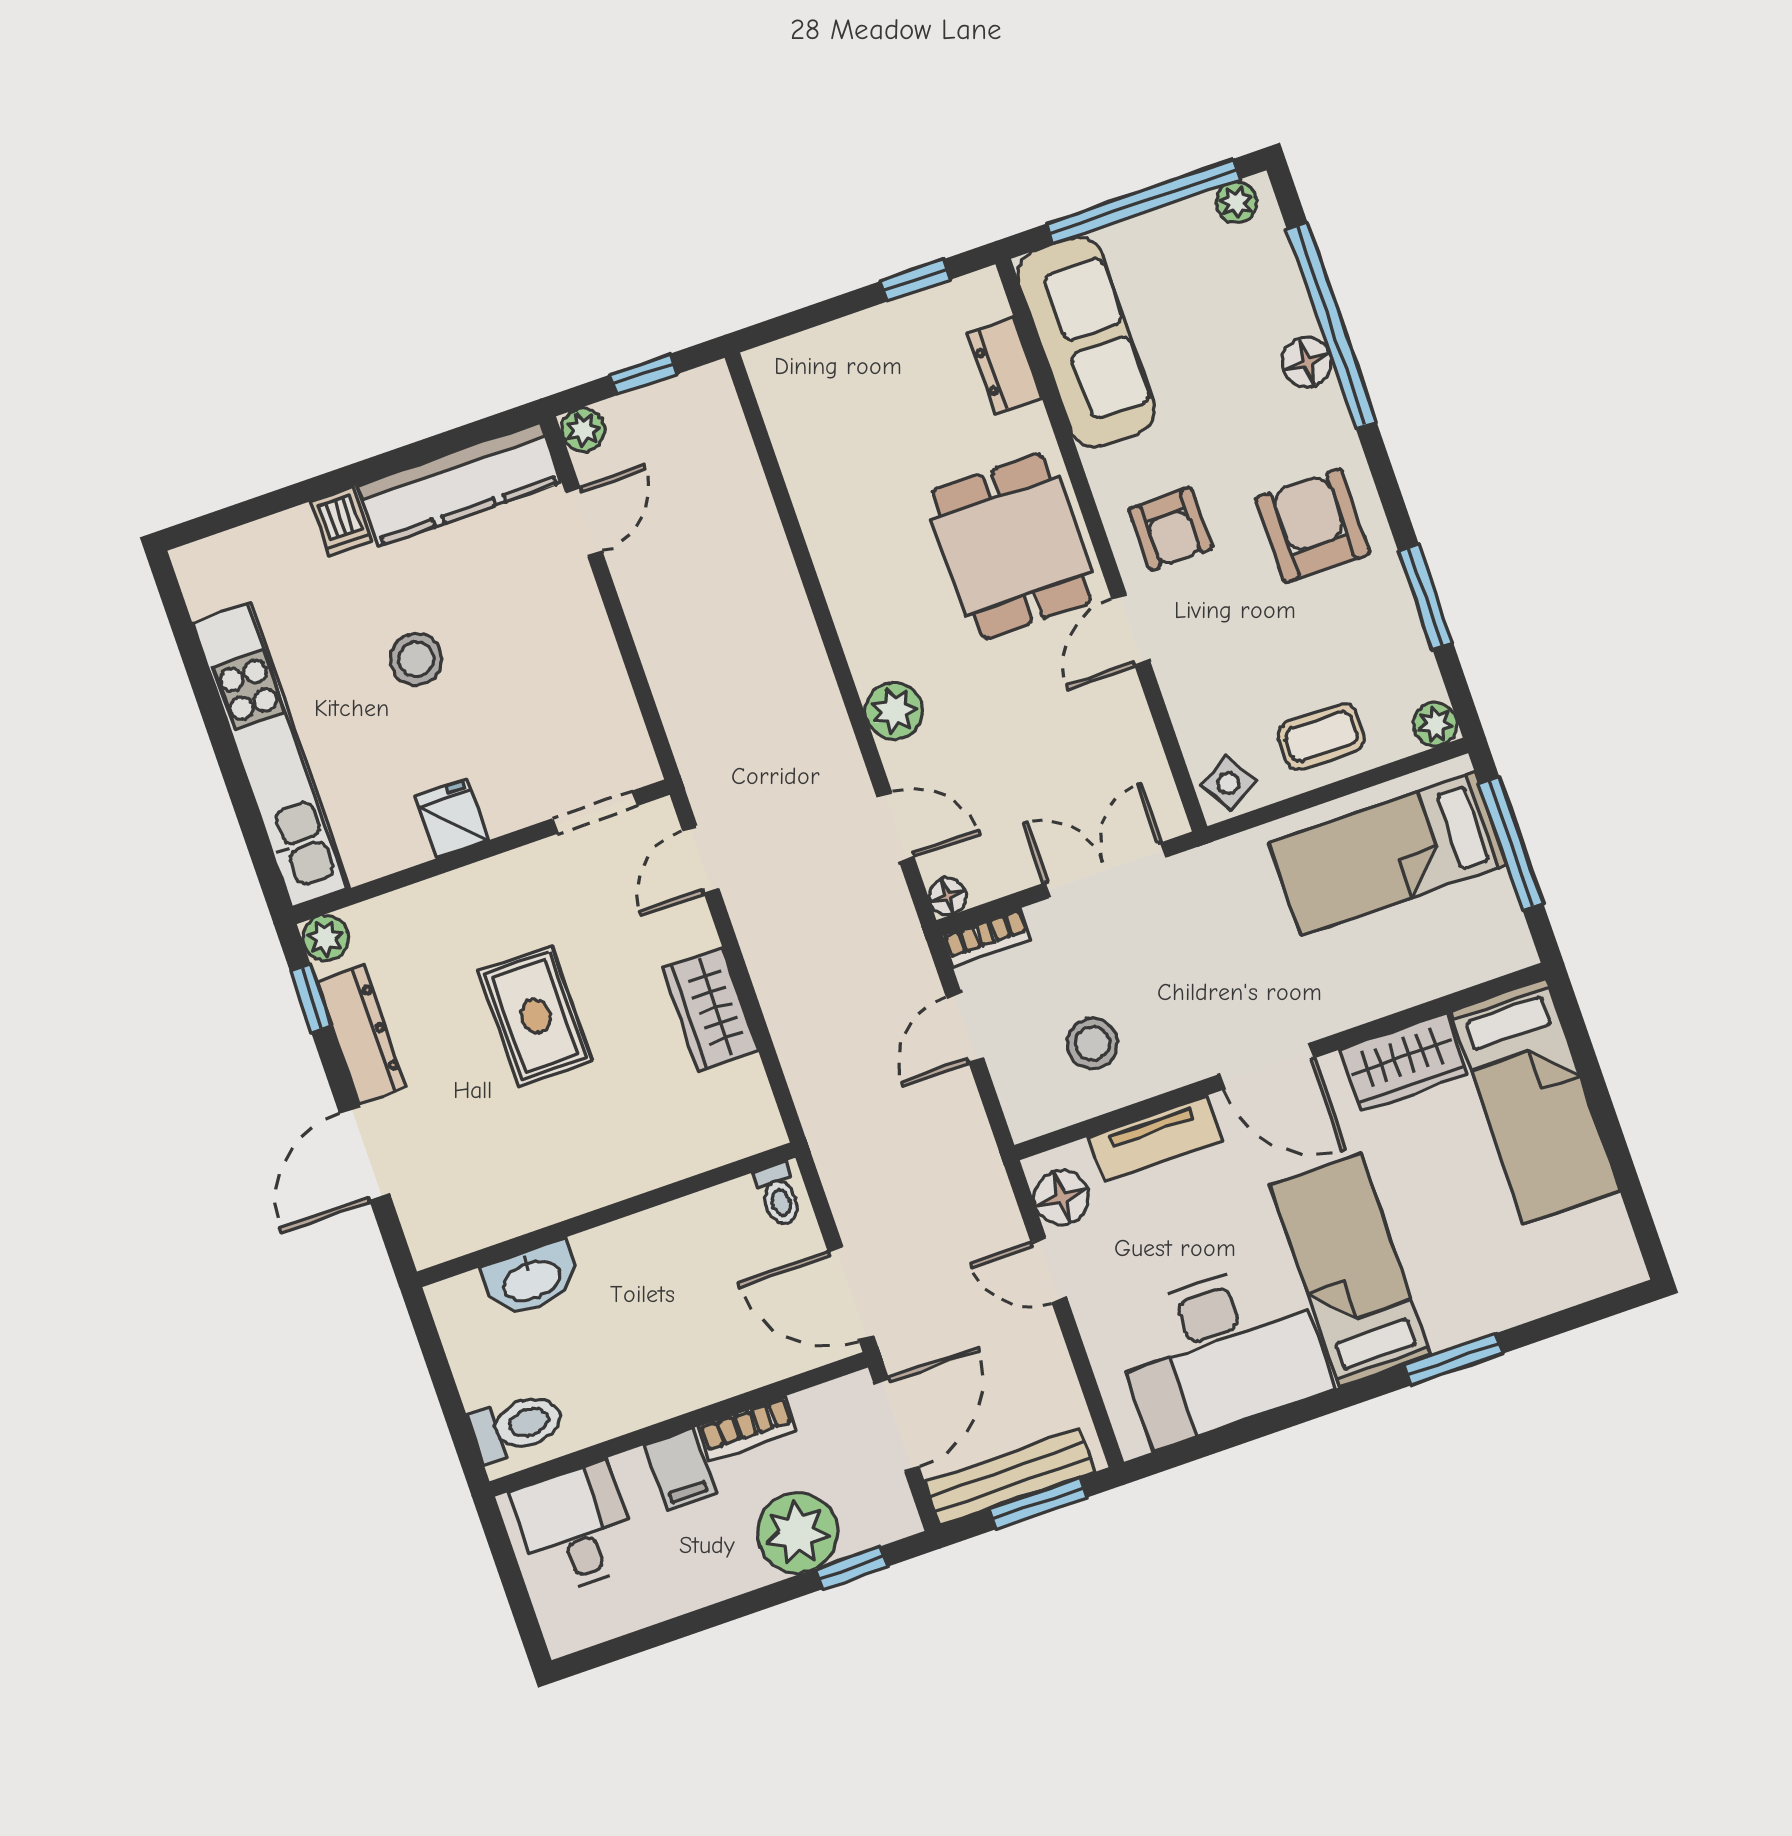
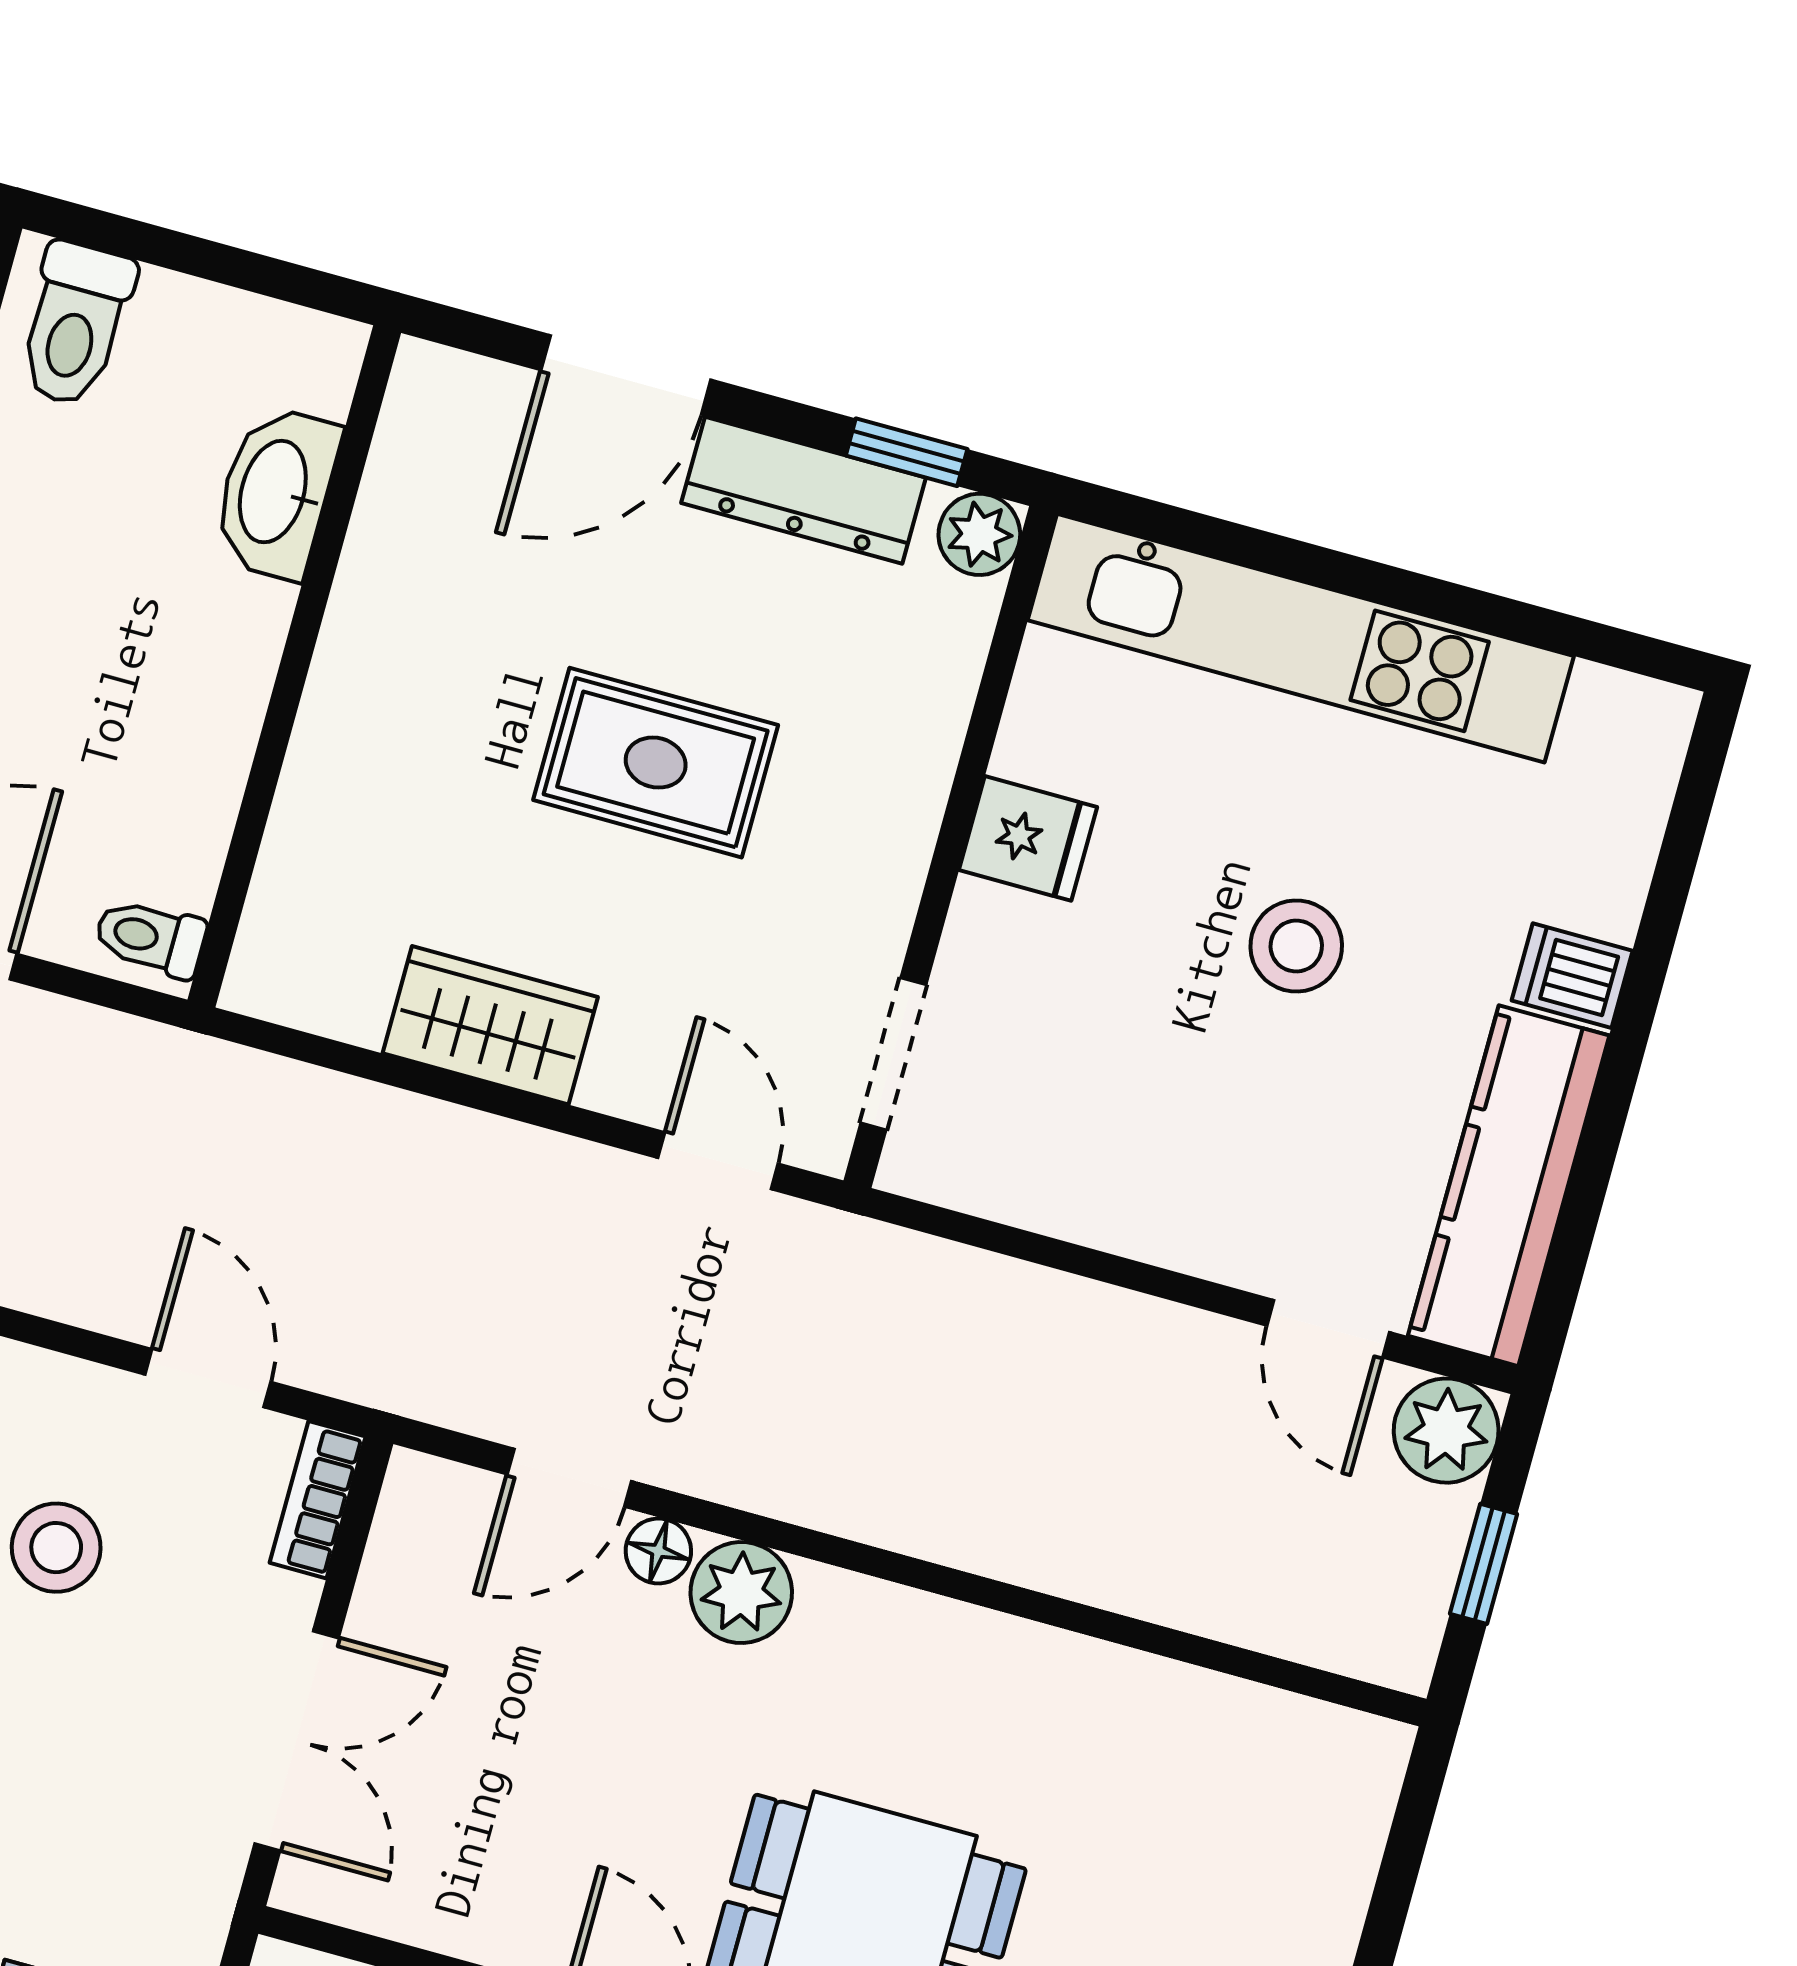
plant: (583, 430) -> (1446, 1431), width x1.38, depth x1.38
floor lamp: (948, 897) -> (658, 1551), moved
door: (365, 1154) -> (626, 375), swing flipped

